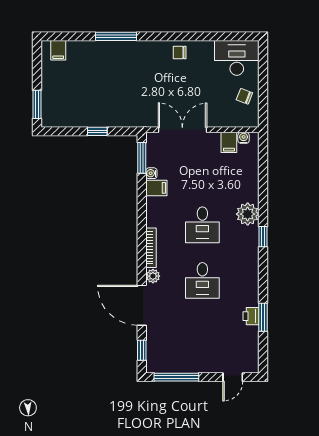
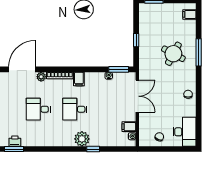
round table: (118, 75) -> (173, 54), added
filing cabinet: (156, 188) -> (79, 79), moved
window: (263, 237) -> (93, 149), moved

